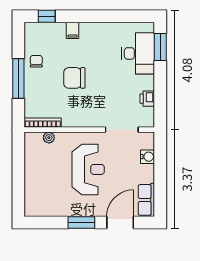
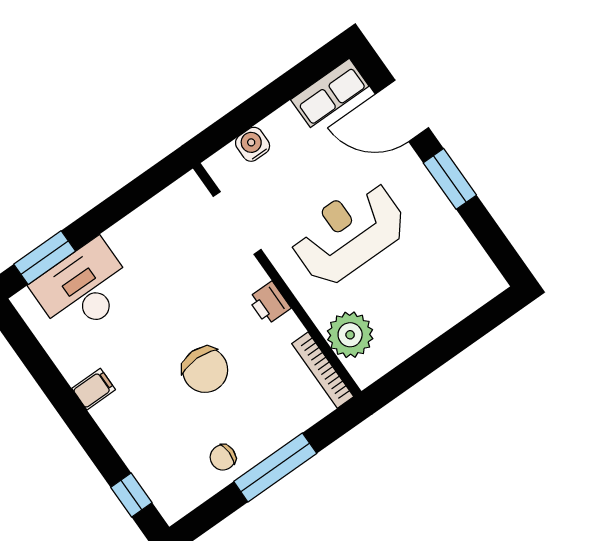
filing cabinet: (73, 30) -> (94, 389), moved
printer: (147, 99) -> (269, 303), moved, turned 90
plant: (49, 138) -> (350, 335), width x1.88, depth x1.88

